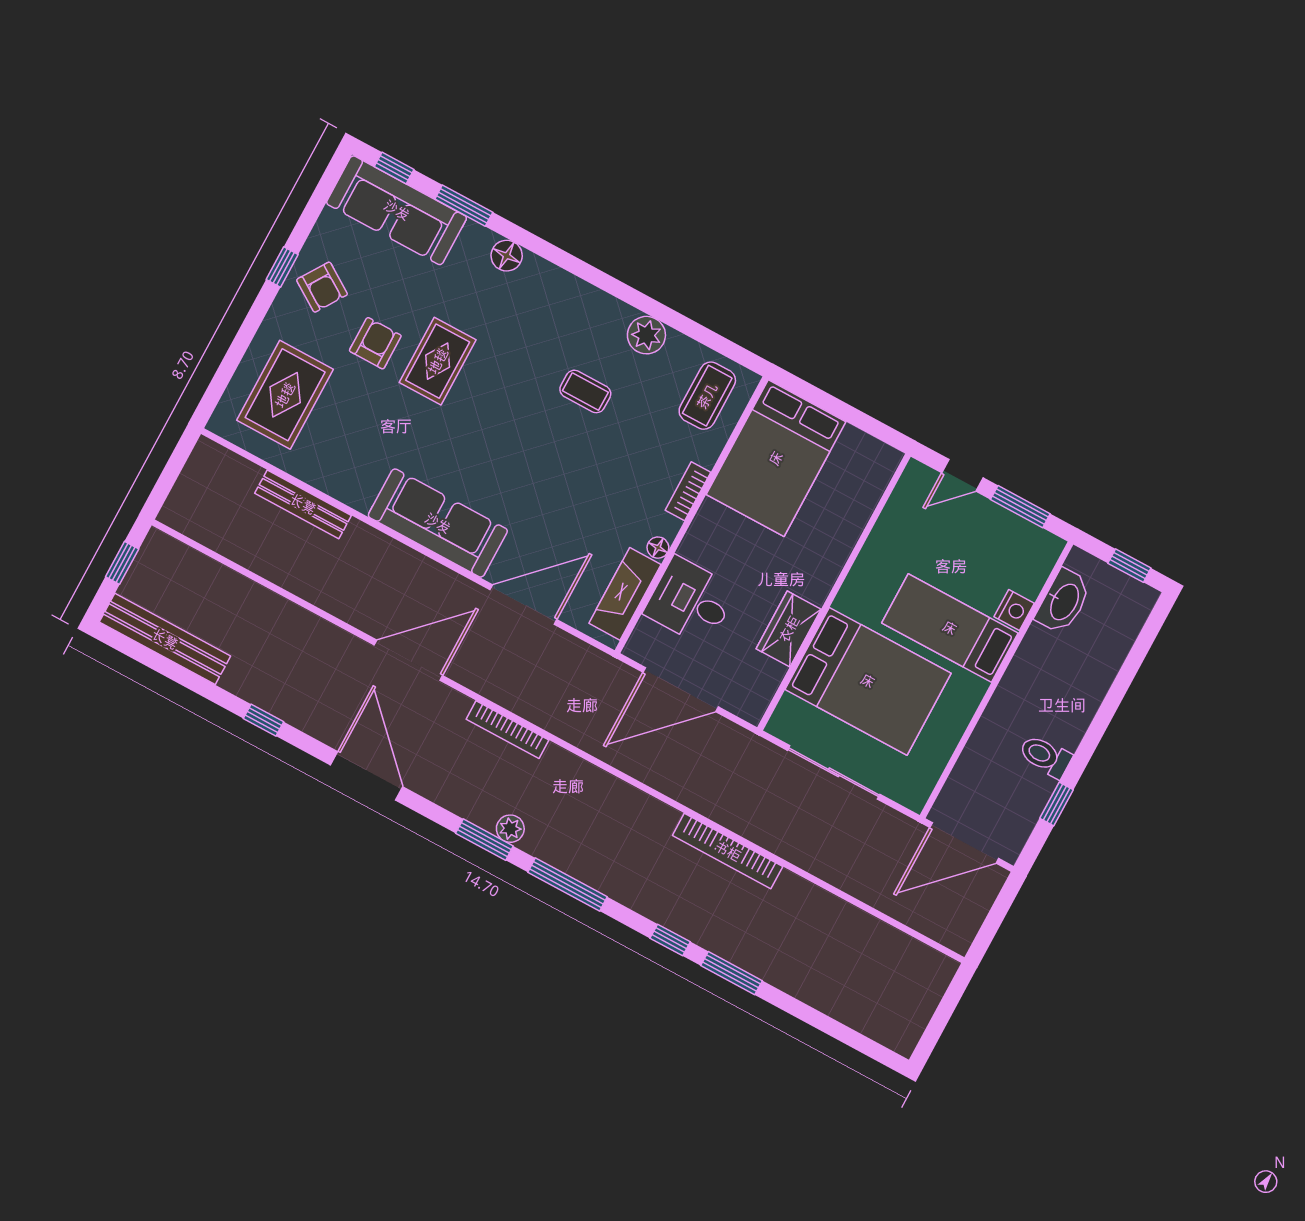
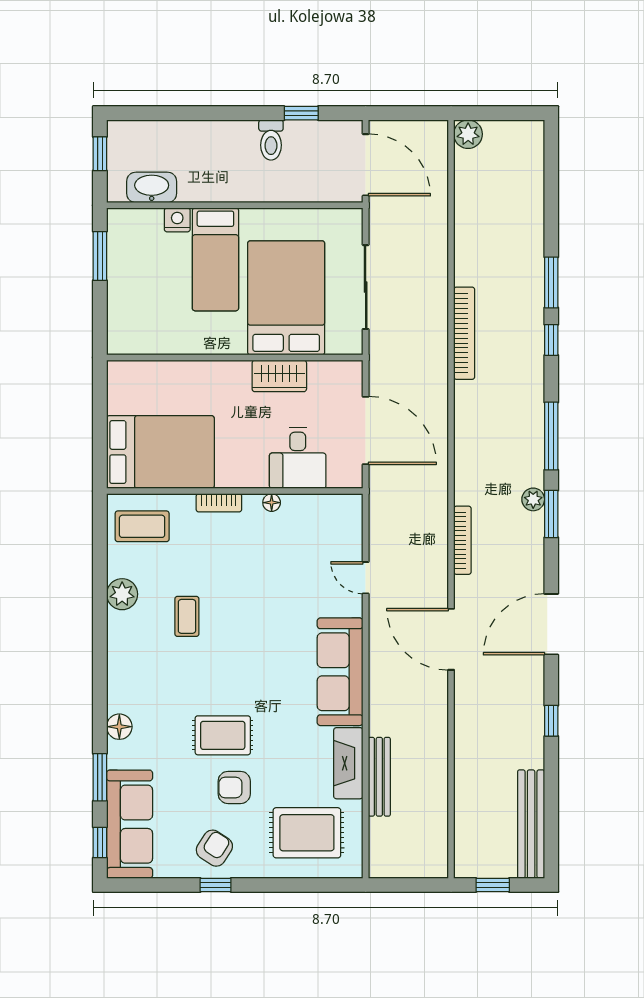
door: (962, 475) -> (100, 310), removed
fireplace: (625, 594) -> (348, 763), moved, turned 90
door: (523, 605) -> (366, 578), width x0.53
plant: (938, 970) -> (468, 134), added

